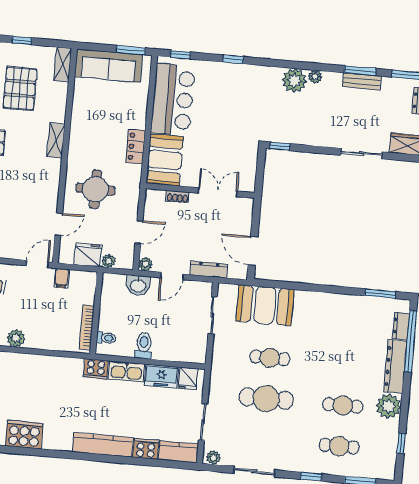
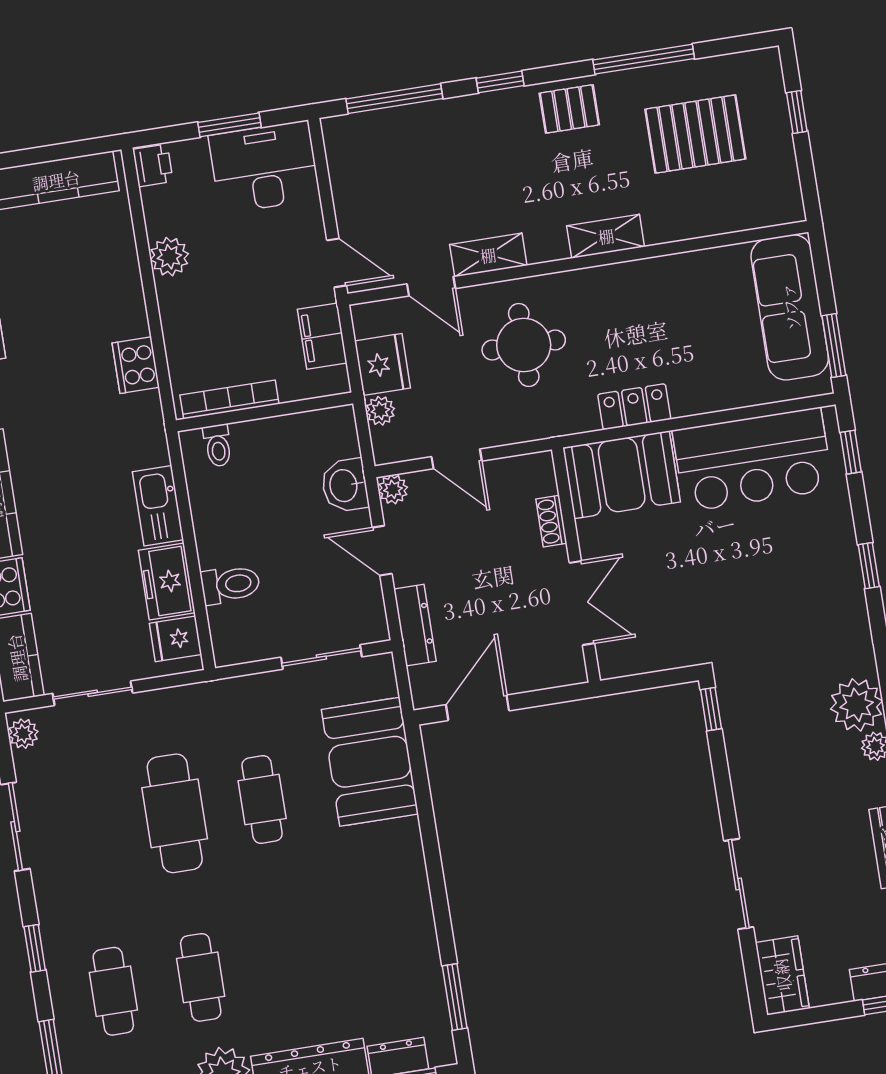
shelving: (63, 64) -> (488, 255), moved
filing cabinet: (62, 278) -> (322, 336), width x2.00
toilet: (144, 345) -> (230, 585), moved
cooker: (96, 369) -> (136, 365), moved

